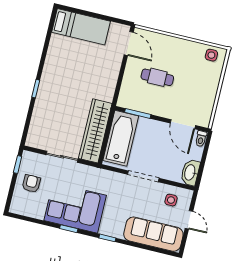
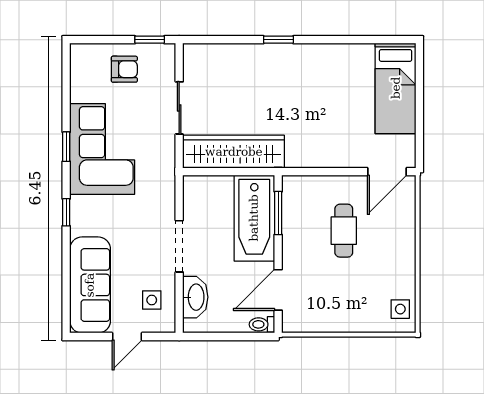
bathtub: (121, 138) -> (254, 218), moved, turned 90
washbasin: (190, 173) -> (195, 297), moved, turned 90

